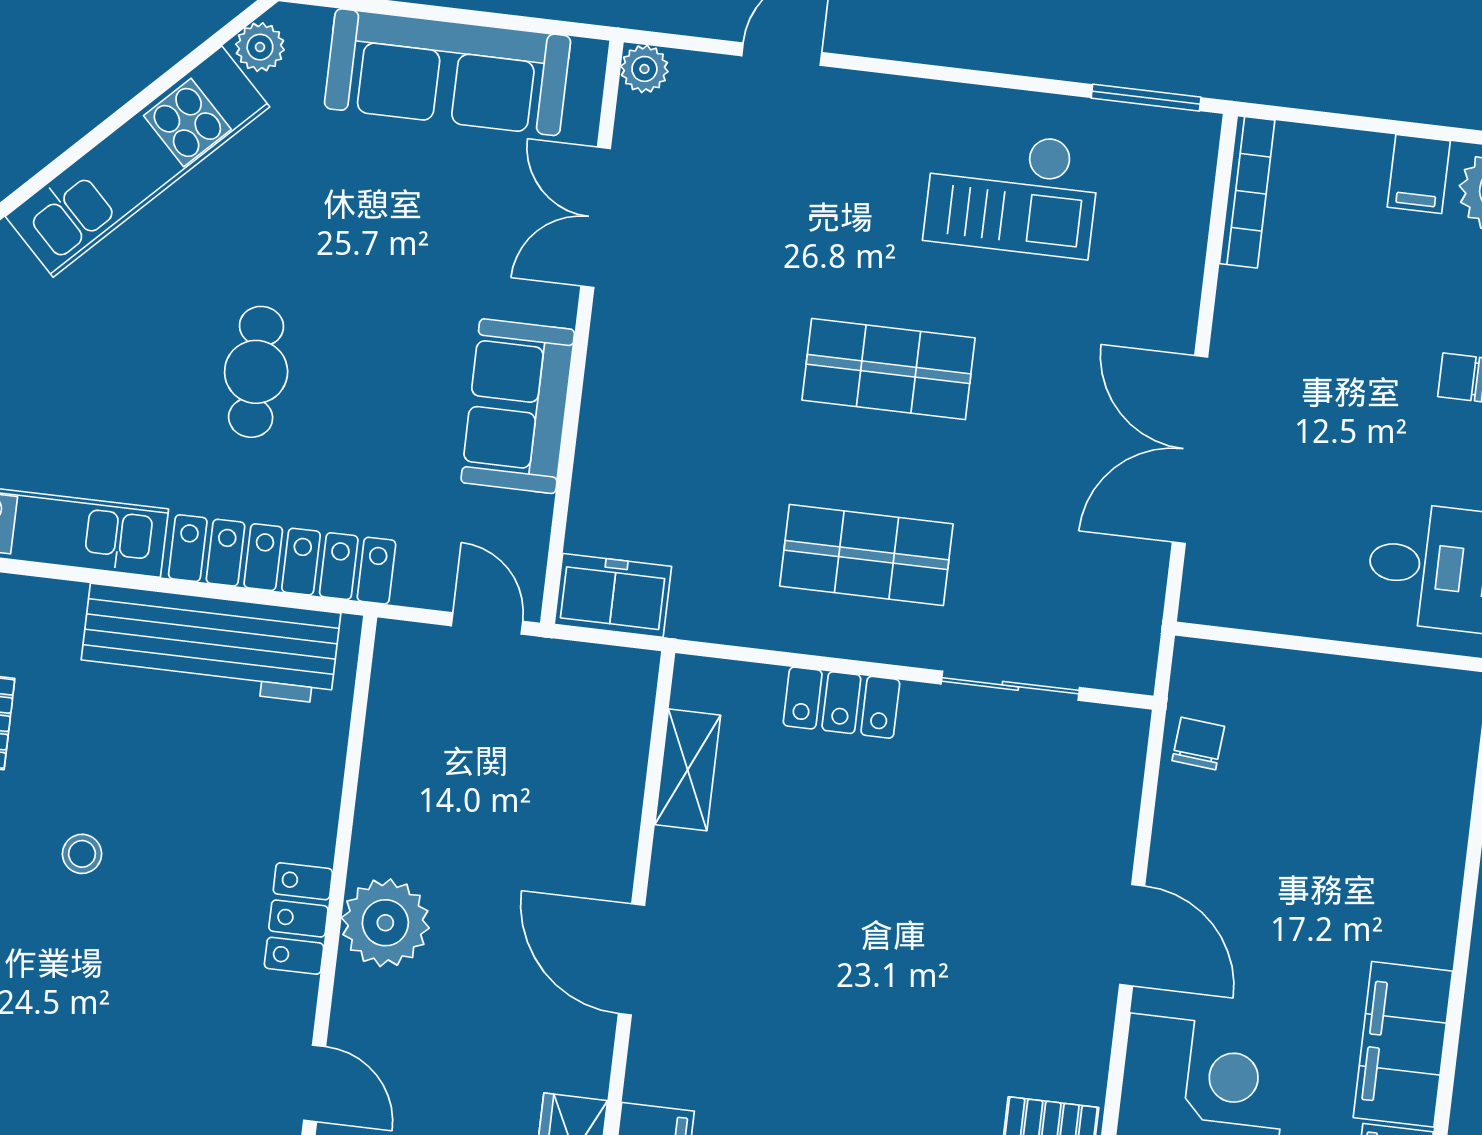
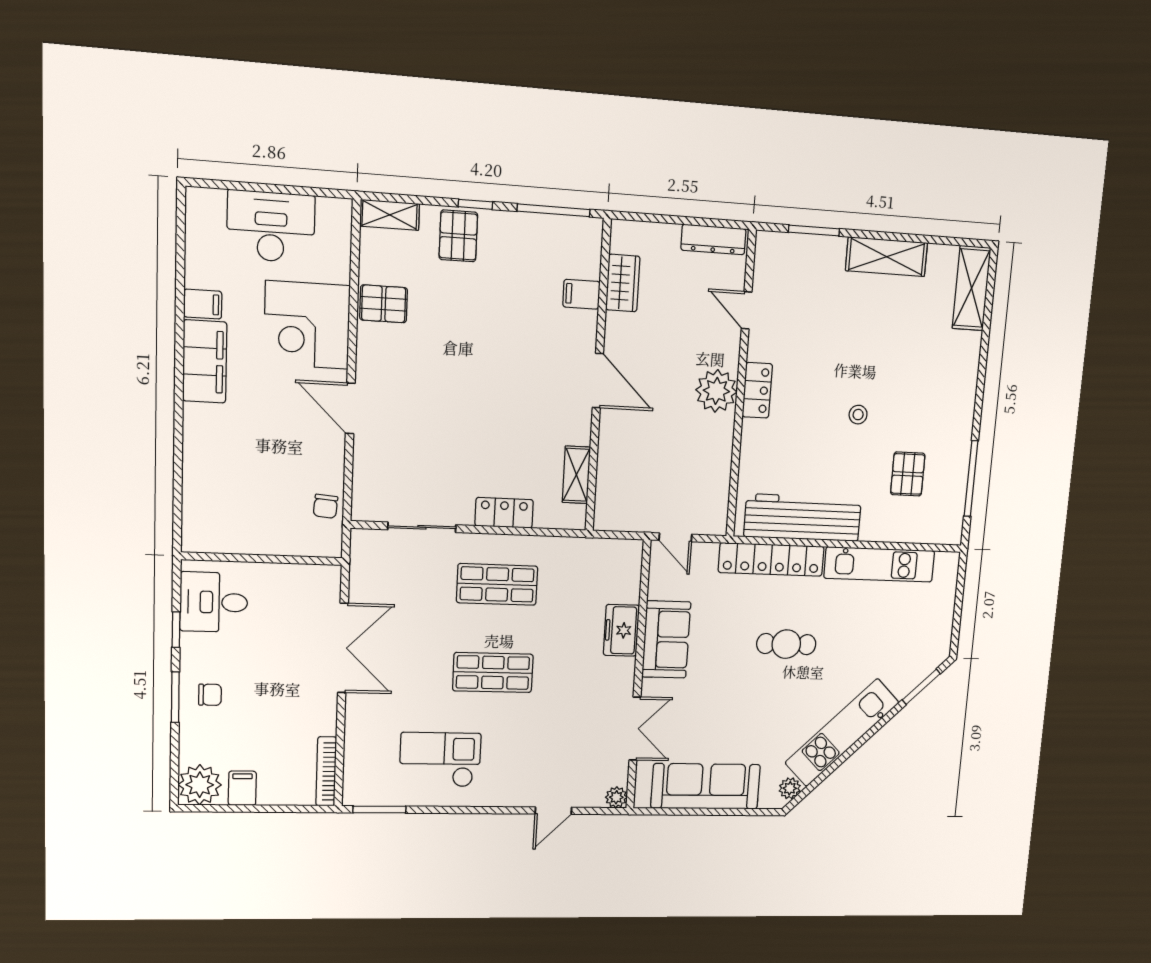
cafe table: (256, 372) -> (786, 644), turned 90
freezer: (613, 595) -> (621, 630), moved, turned 90

